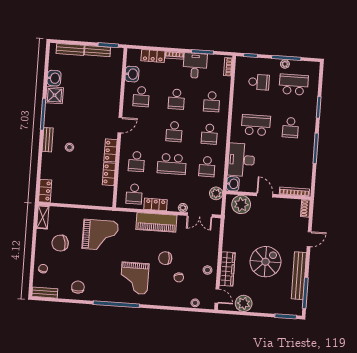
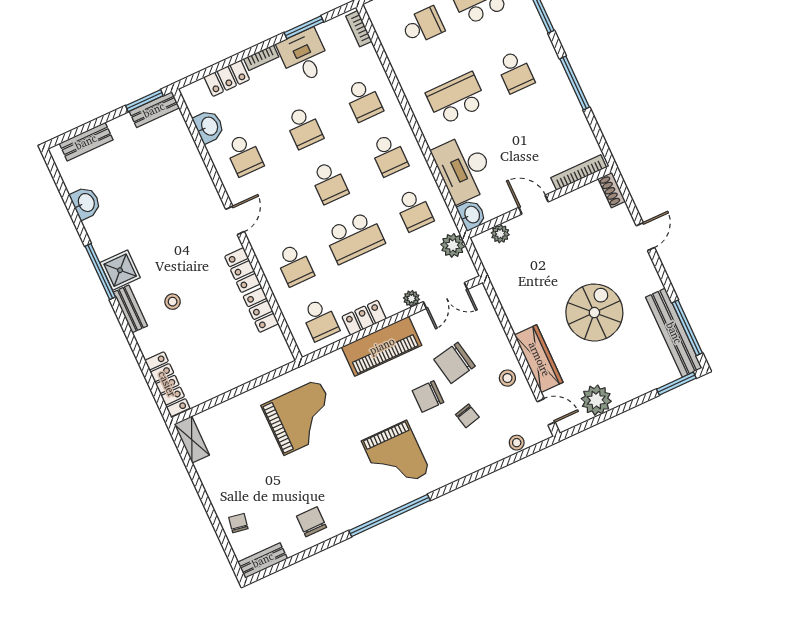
bench: (97, 51) -> (154, 110), moved
shower: (55, 95) -> (120, 270), moved
locker: (45, 191) -> (167, 384), width x1.53
plant: (241, 204) -> (500, 234), width x0.53, depth x0.53
chair: (60, 243) -> (455, 363), moved
bench: (299, 276) -> (674, 333), moved

